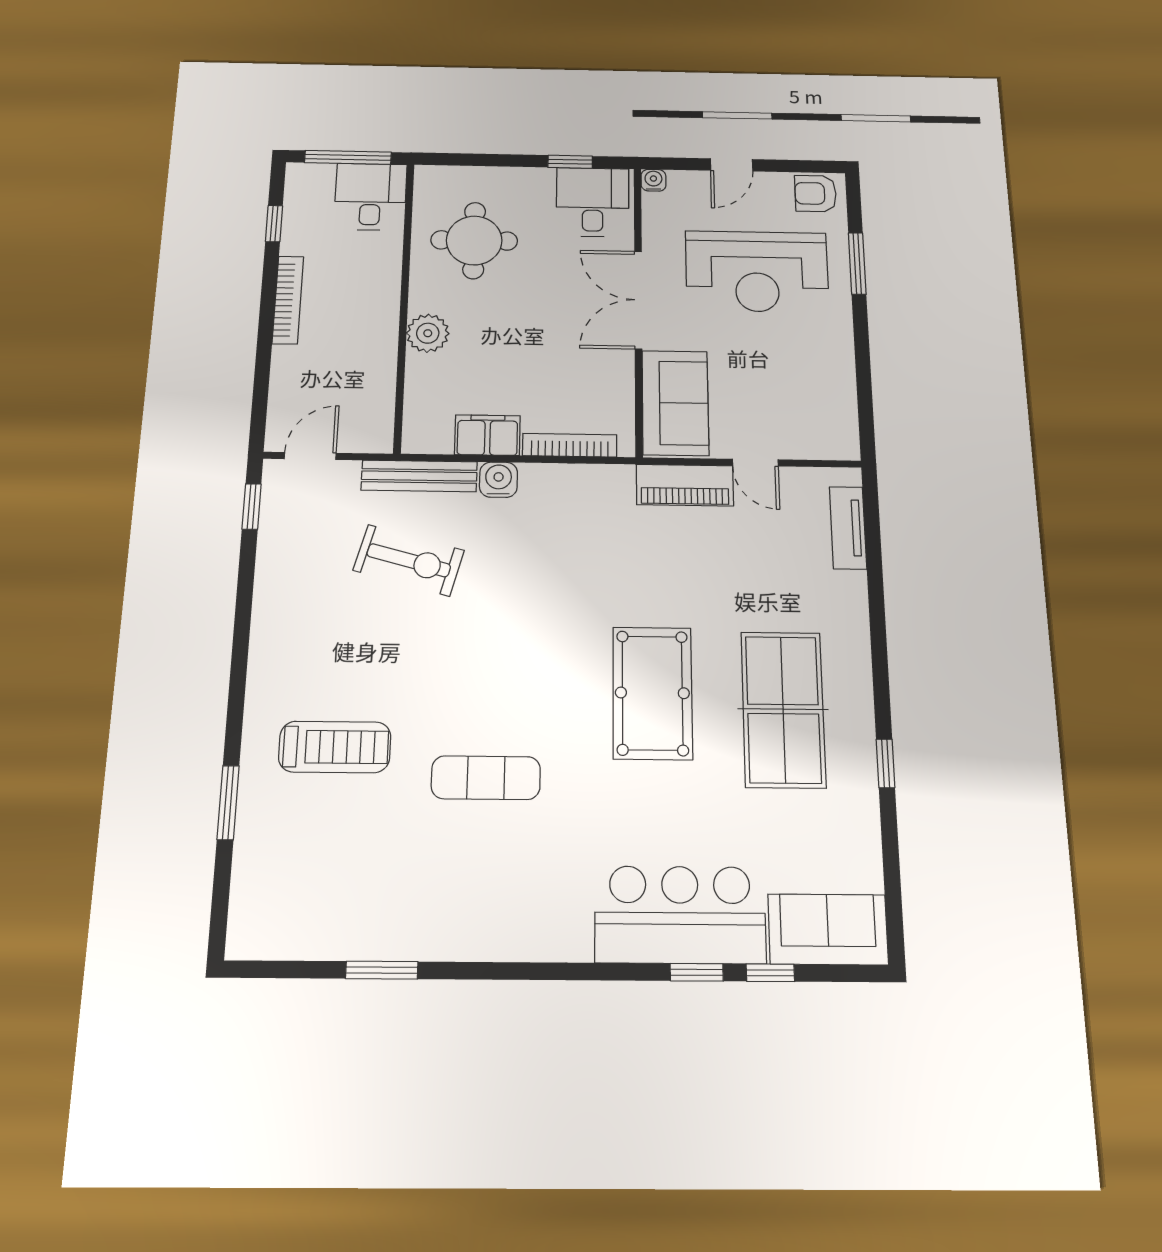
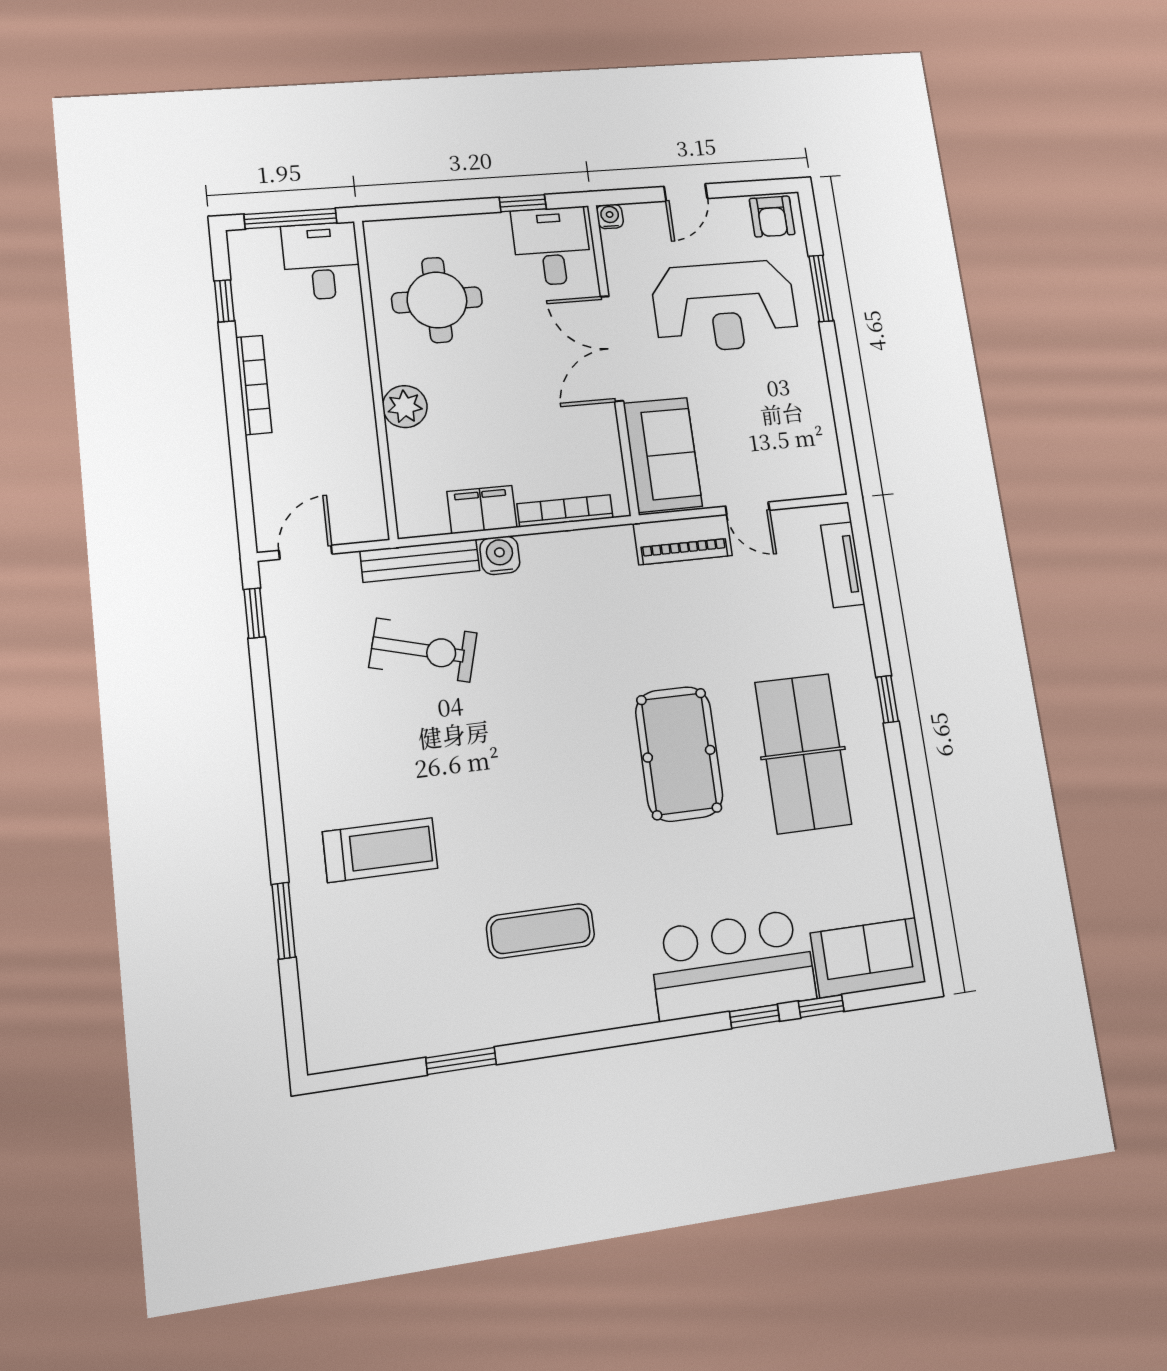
armchair: (816, 194) -> (772, 216), turned -90
window: (886, 763) -> (887, 699), moved
exercise mat: (486, 778) -> (541, 931), moved

